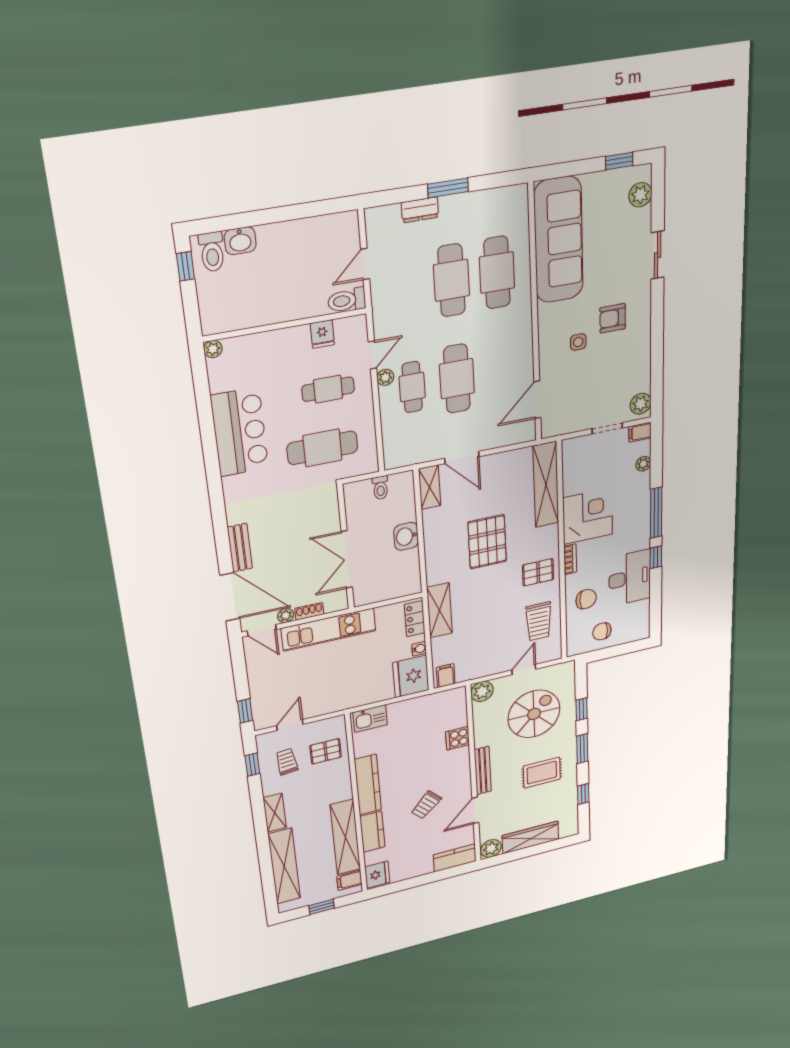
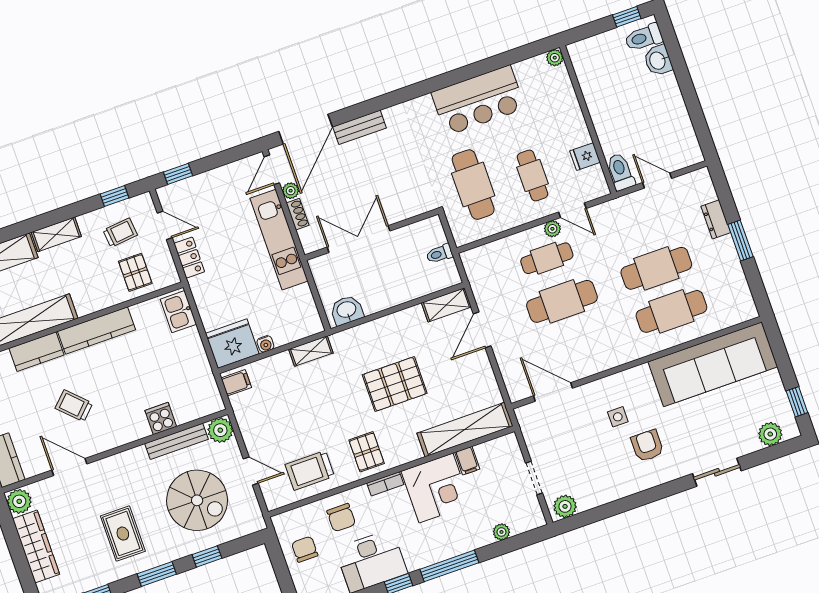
filing cabinet: (640, 432) -> (467, 461), moved, turned 180
washbasin: (406, 536) -> (347, 310), moved
shelving: (440, 610) -> (311, 351), width x0.67, depth x0.75
locker: (415, 619) -> (189, 258), moved, turned 90
bench: (483, 771) -> (176, 441), moved

